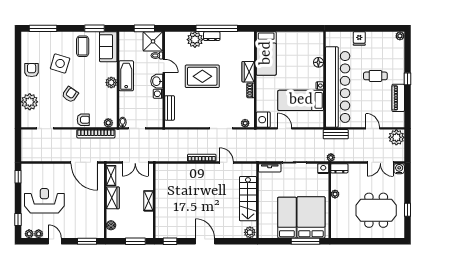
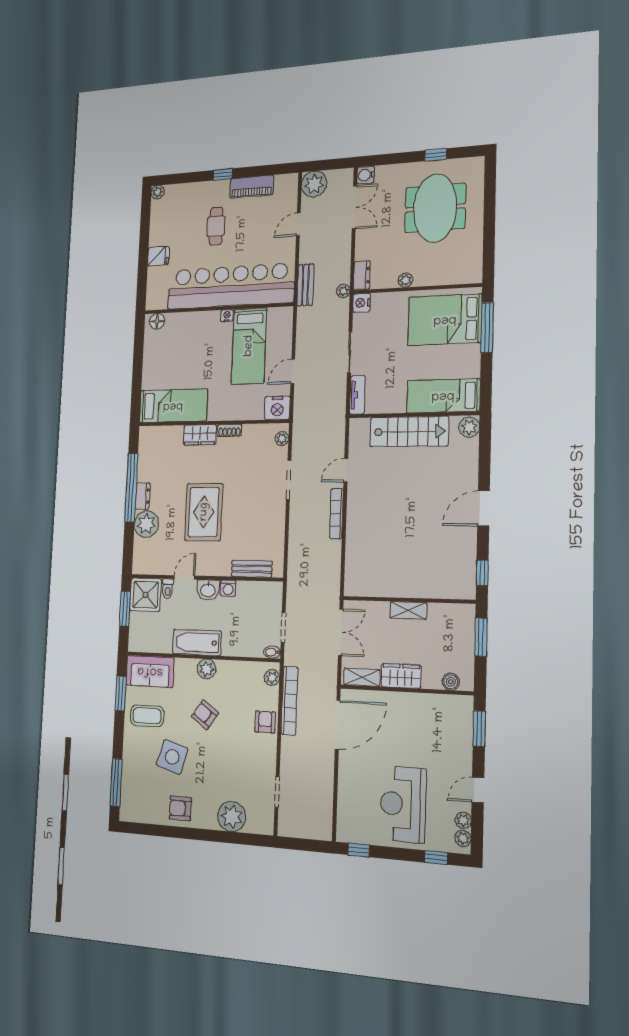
floor lamp: (318, 62) -> (157, 321), moved
armchair: (70, 95) -> (205, 715), moved
bed: (287, 218) -> (443, 396), moved

